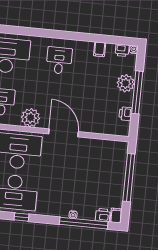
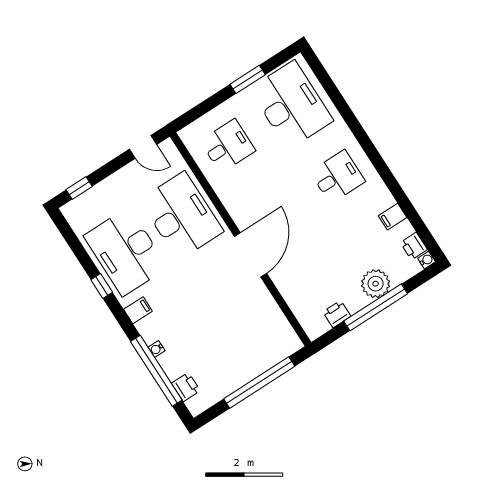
plant: (31, 118) -> (237, 198), removed
filing cabinet: (116, 216) -> (138, 310), moved

